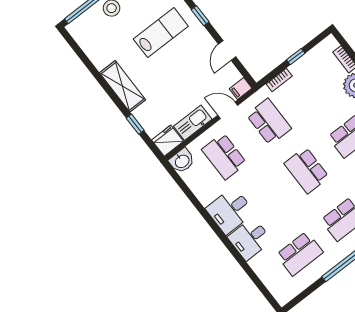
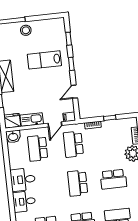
lab bench: (161, 33) -> (44, 60), turned 180
door: (228, 110) -> (55, 124), swing flipped
school desk: (269, 122) -> (73, 144), turned 180

